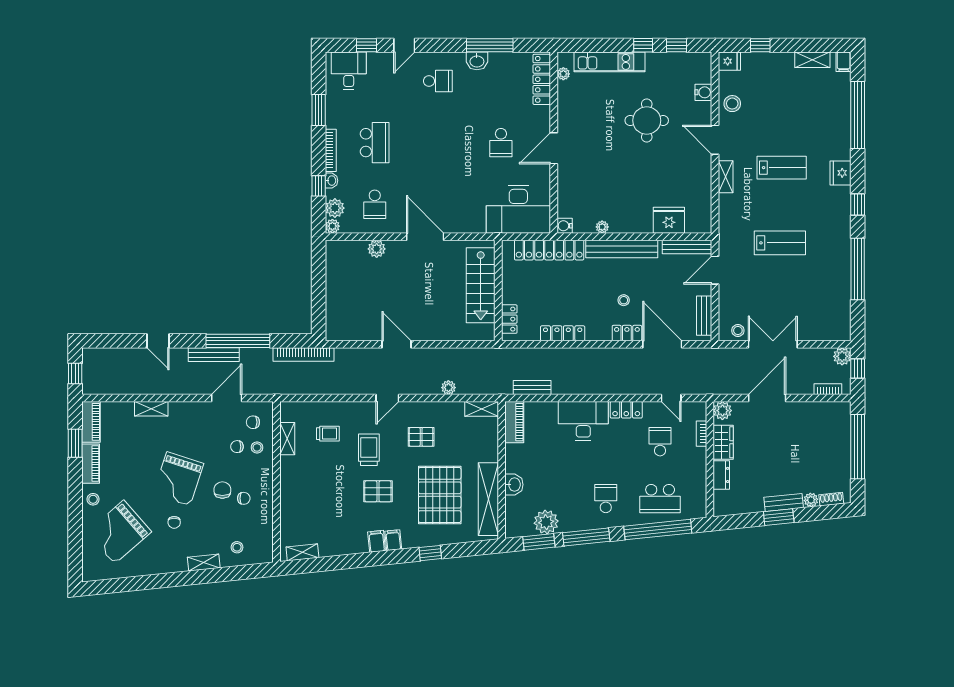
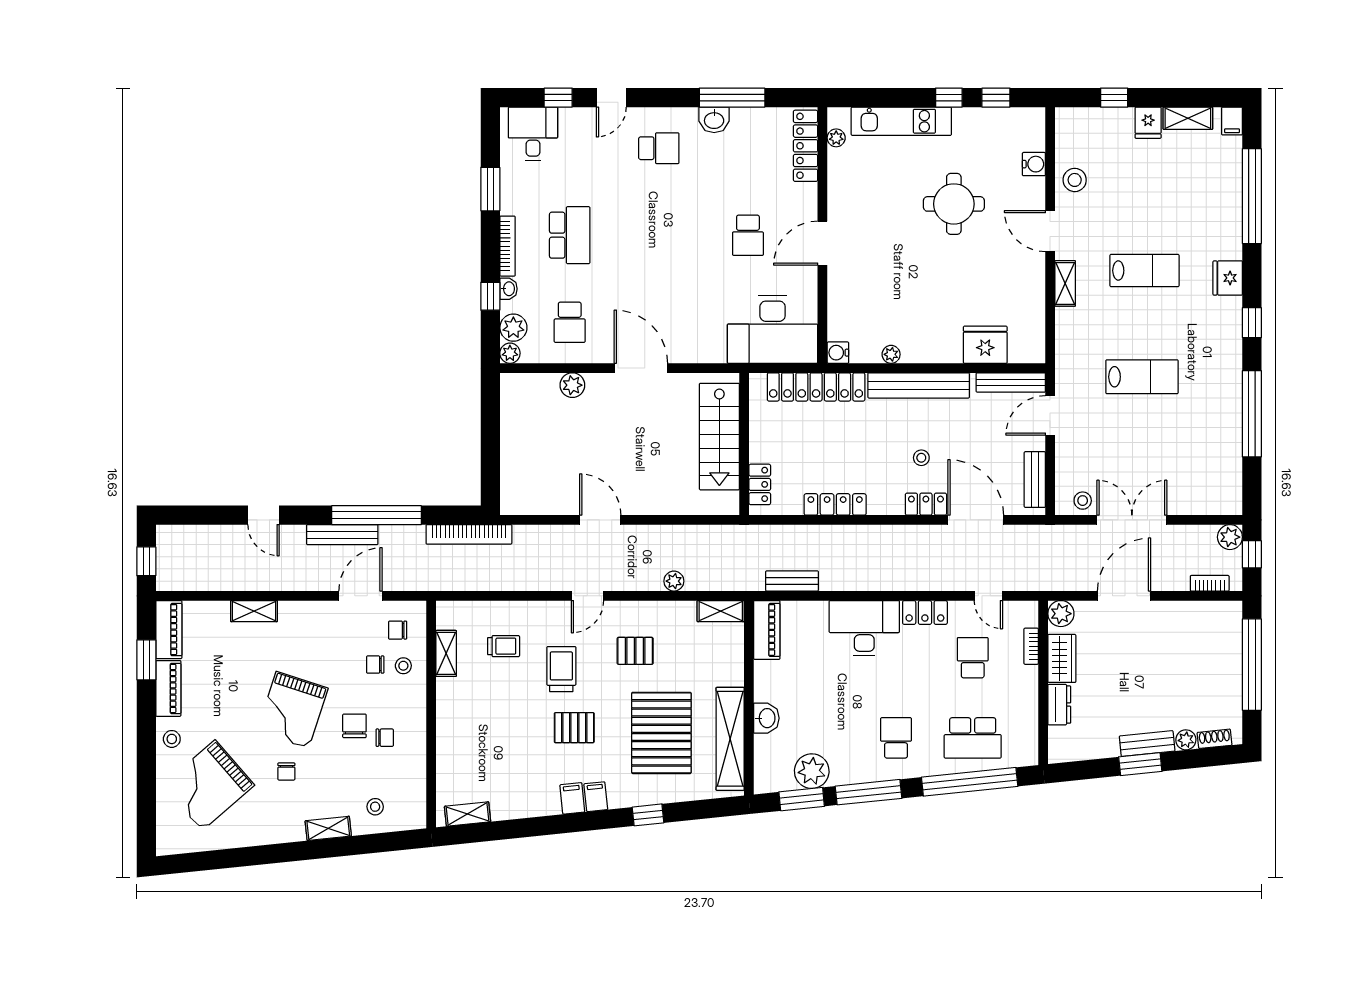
fridge: (729, 61) -> (1148, 123), moved, turned 90

